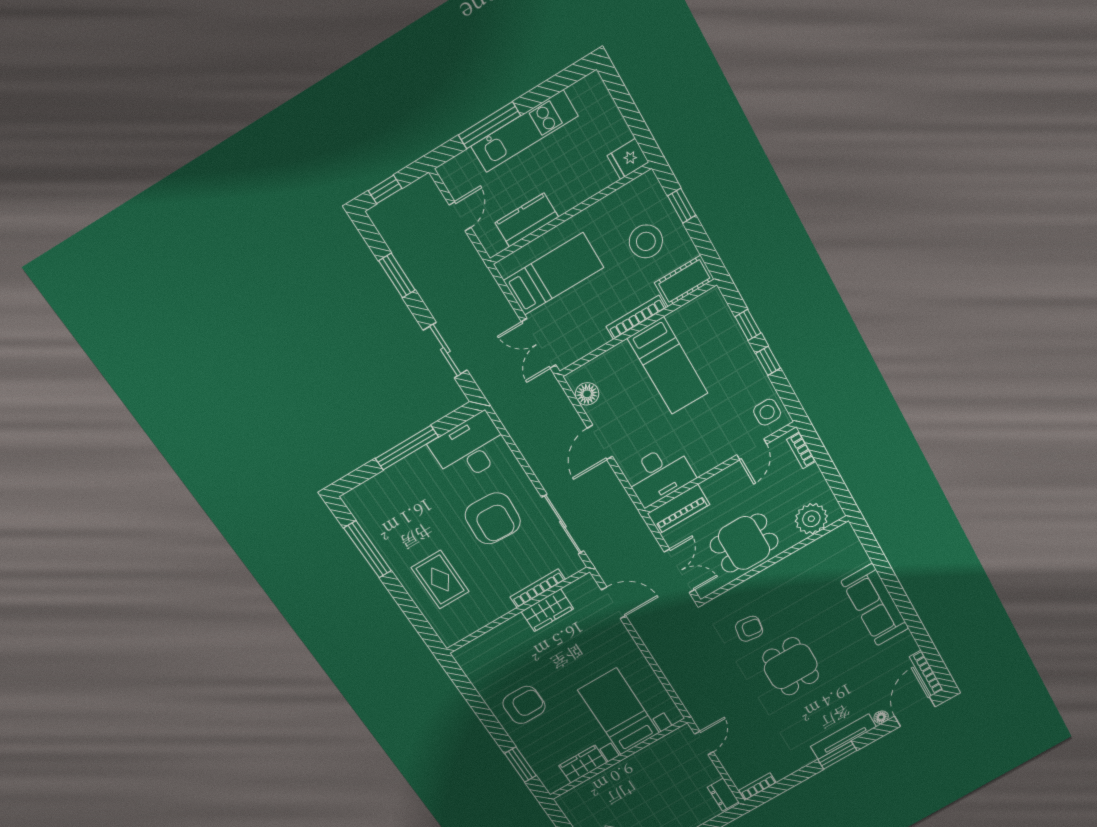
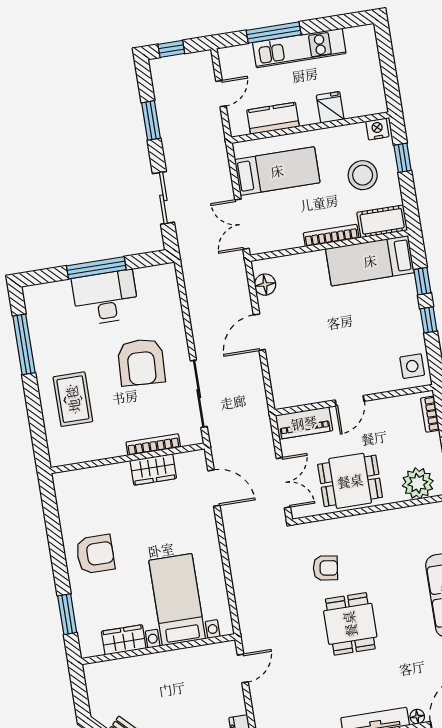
fridge: (628, 159) -> (330, 107), moved, turned 90
nightstand: (643, 186) -> (377, 129), added
bed: (668, 366) -> (370, 261), moved, turned 90
desk: (470, 448) -> (105, 298), moved
door: (752, 449) -> (350, 401), moved
desk: (659, 475) -> (299, 383), removed

